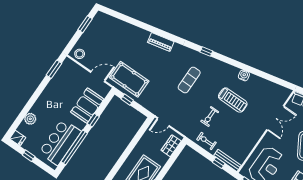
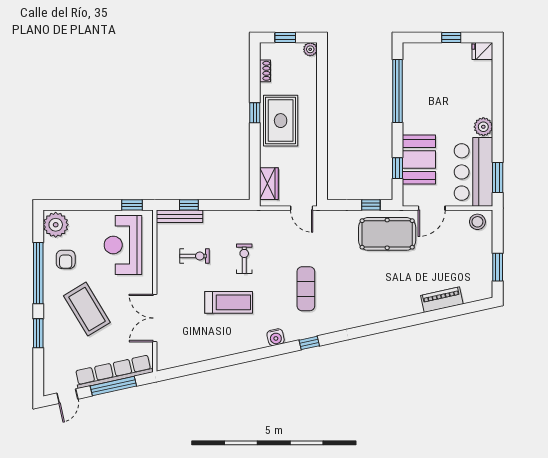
piano: (161, 42) -> (442, 300), moved
water cooler: (244, 75) -> (276, 337), moved
treadmill: (233, 100) -> (229, 302), turned 180
plant: (30, 119) -> (483, 127), moved
window: (93, 120) -> (398, 168), moved
door: (163, 122) -> (302, 208), swing flipped
exercise bike: (206, 141) -> (195, 256), moved
bar counter: (60, 142) -> (474, 172), moved, turned 180

